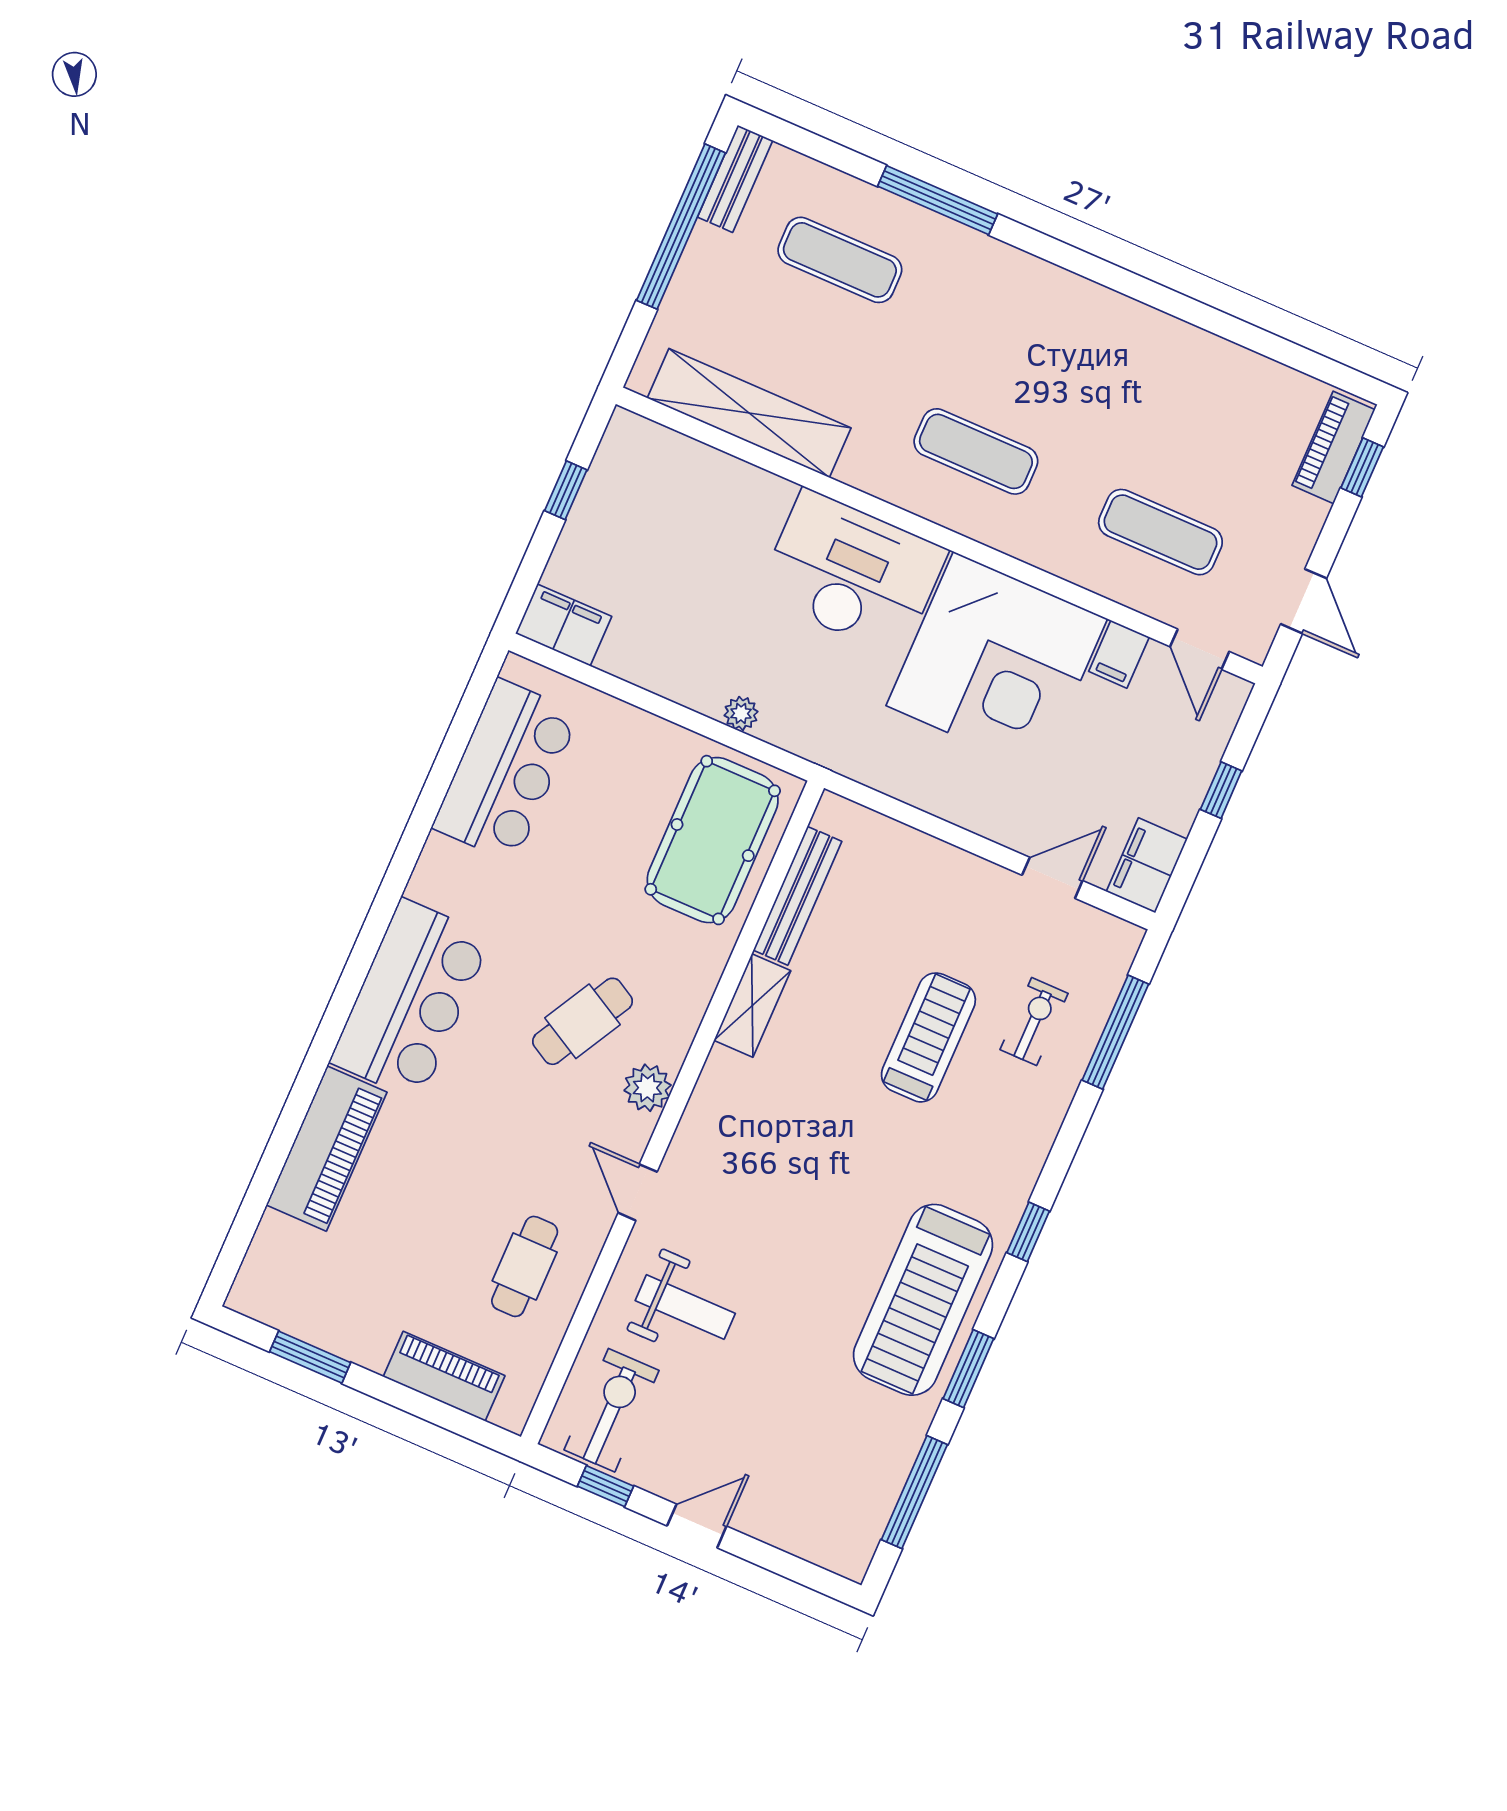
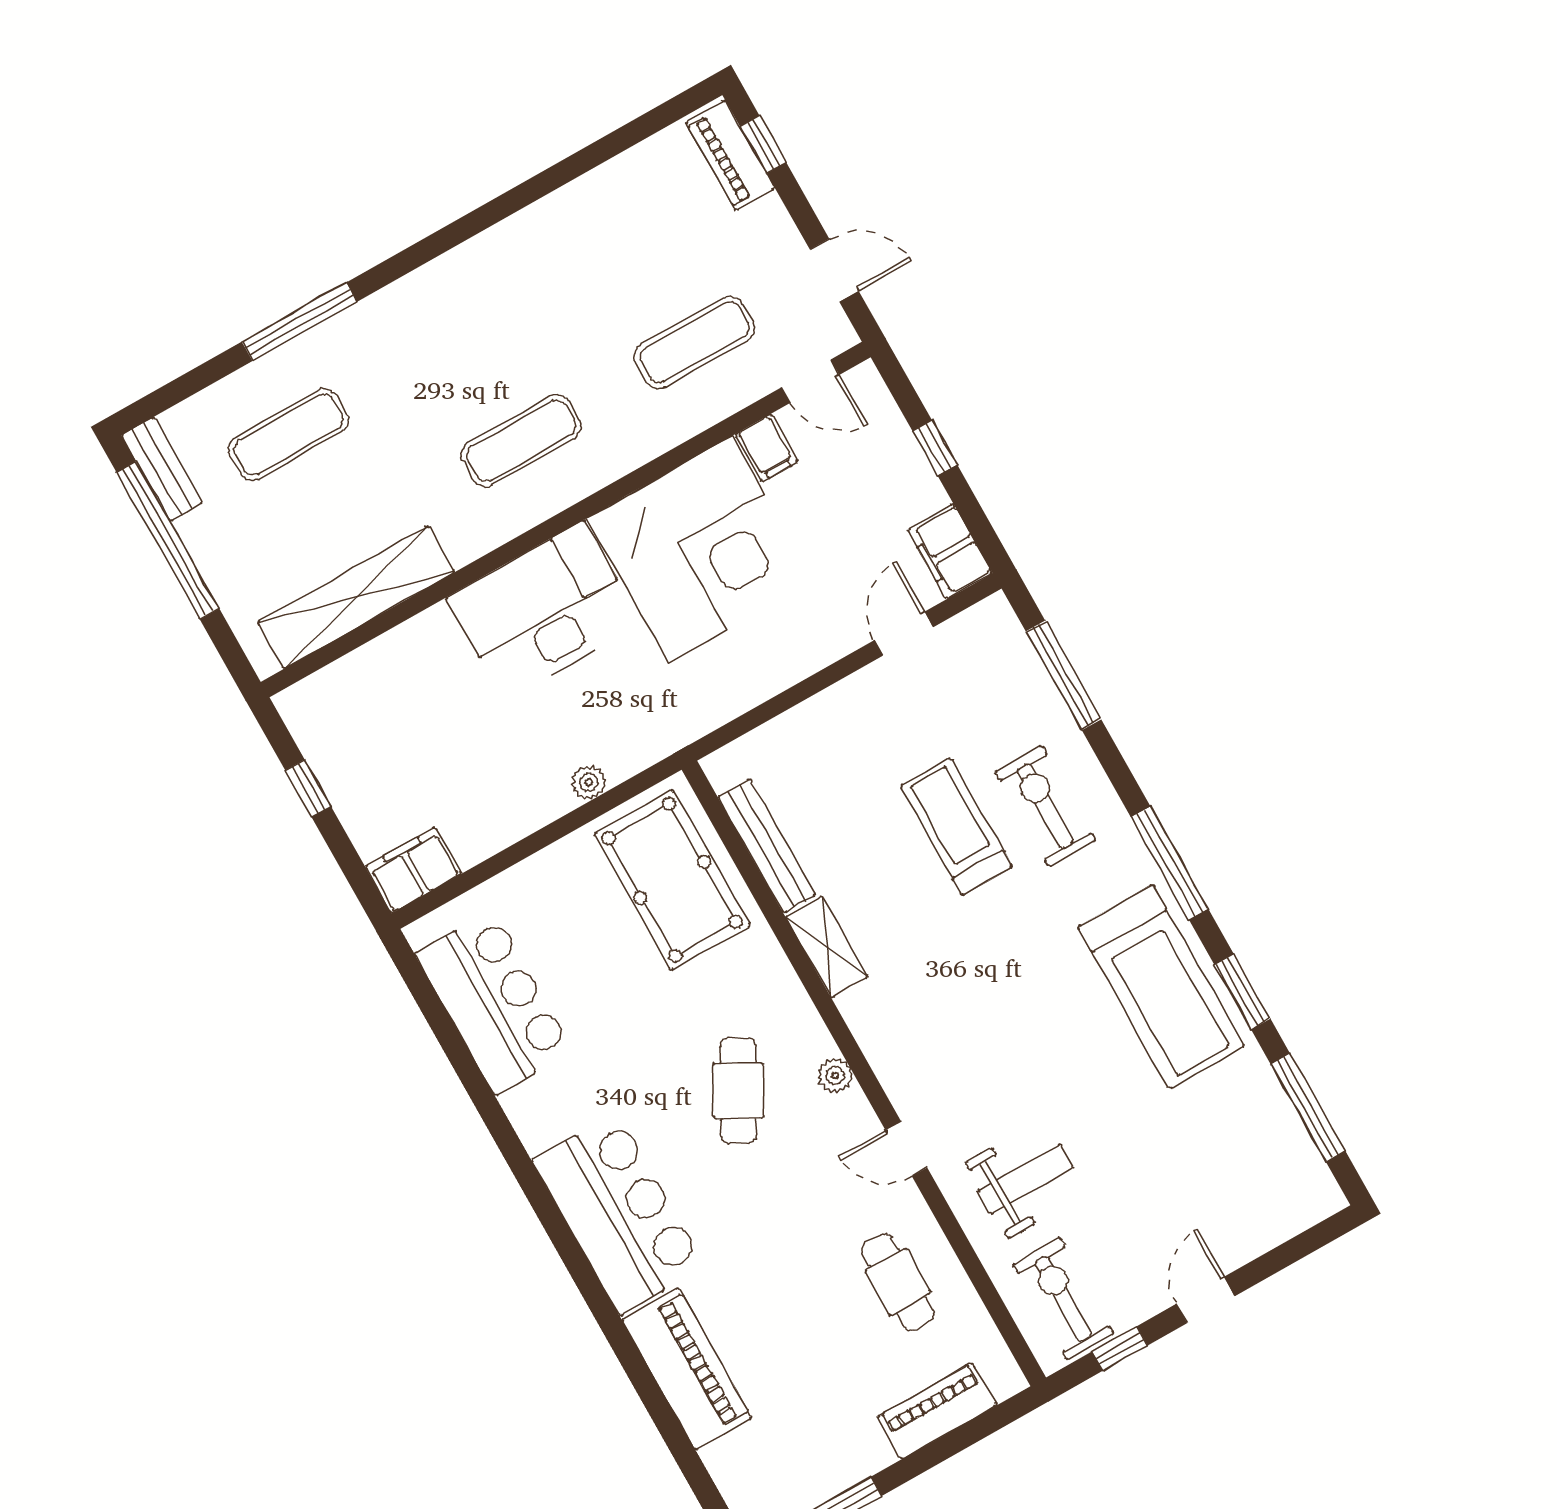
exercise bike: (1034, 1021) -> (1045, 806), moved, width x1.38, depth x1.39
plant: (648, 1088) -> (835, 1075), width x0.73, depth x0.73
window: (1028, 1232) -> (1170, 863), width x2.17

